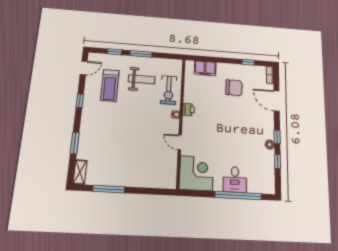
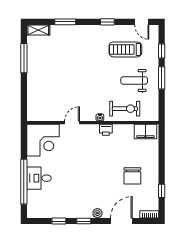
filing cabinet: (205, 68) -> (145, 131), moved, turned -90
weight bench: (142, 79) -> (134, 81), turned 90
exercise bike: (169, 90) -> (125, 109), turned 180
plant: (270, 145) -> (97, 213), moved

